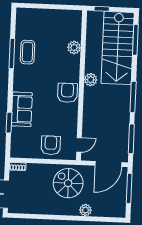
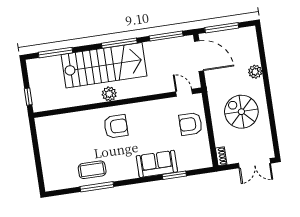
plant: (74, 48) -> (77, 119), removed
stairs: (118, 48) -> (104, 65), moved
armchair: (67, 93) -> (116, 126), moved, turned 180
spiral stairs: (68, 183) -> (241, 112), moved, turned 90

